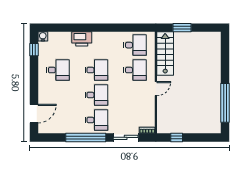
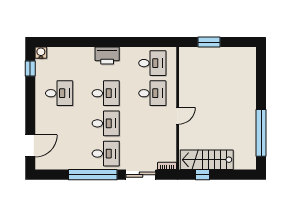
printer: (82, 39) -> (107, 56), moved
stairs: (165, 54) -> (207, 160), moved, turned -90

